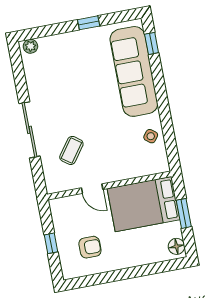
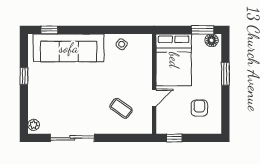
sliding door: (30, 130) -> (72, 138), moved
window: (184, 213) -> (203, 30), moved
window: (51, 243) -> (174, 138), moved
window: (138, 271) -> (225, 74), added

